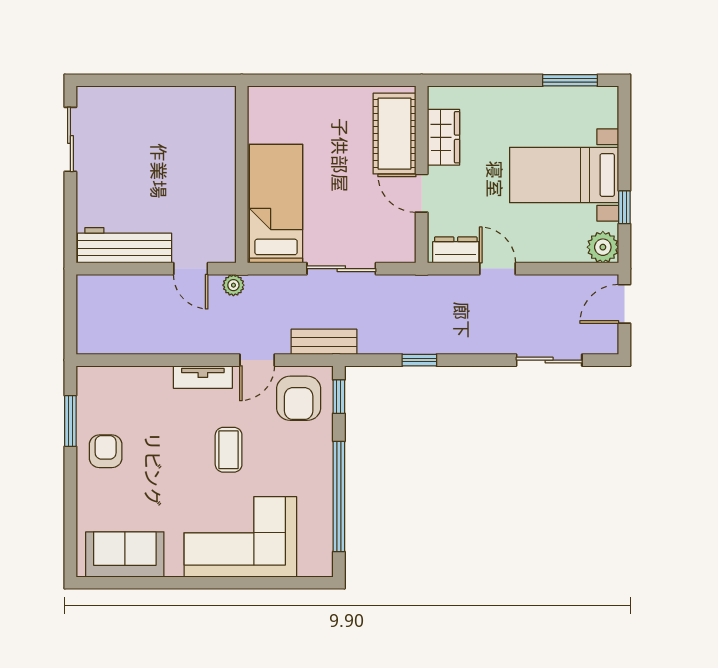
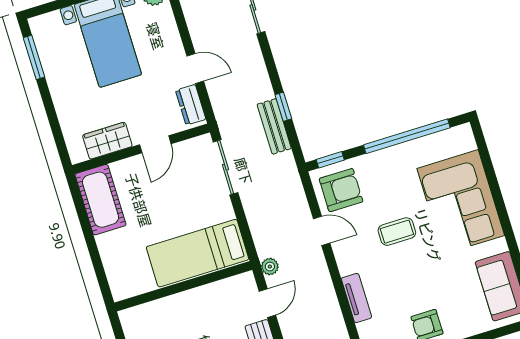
cot: (394, 134) -> (100, 200), moved, turned 90
sliding door: (341, 269) -> (226, 167), moved
door: (498, 269) -> (195, 68), swing flipped
bench: (324, 342) -> (274, 126), moved
tv unit: (203, 377) -> (356, 298), moved

